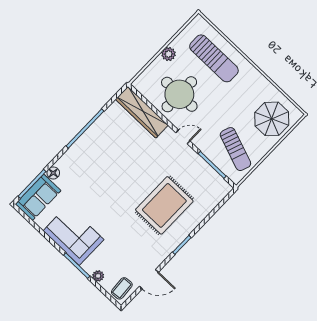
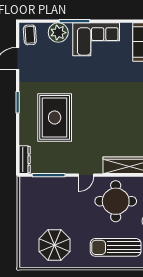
parasol: (272, 119) -> (54, 245), moved
sun lounger: (235, 149) -> (43, 201), removed
dresser: (219, 195) -> (25, 160), added
plant: (98, 276) -> (58, 33), width x1.88, depth x1.88

